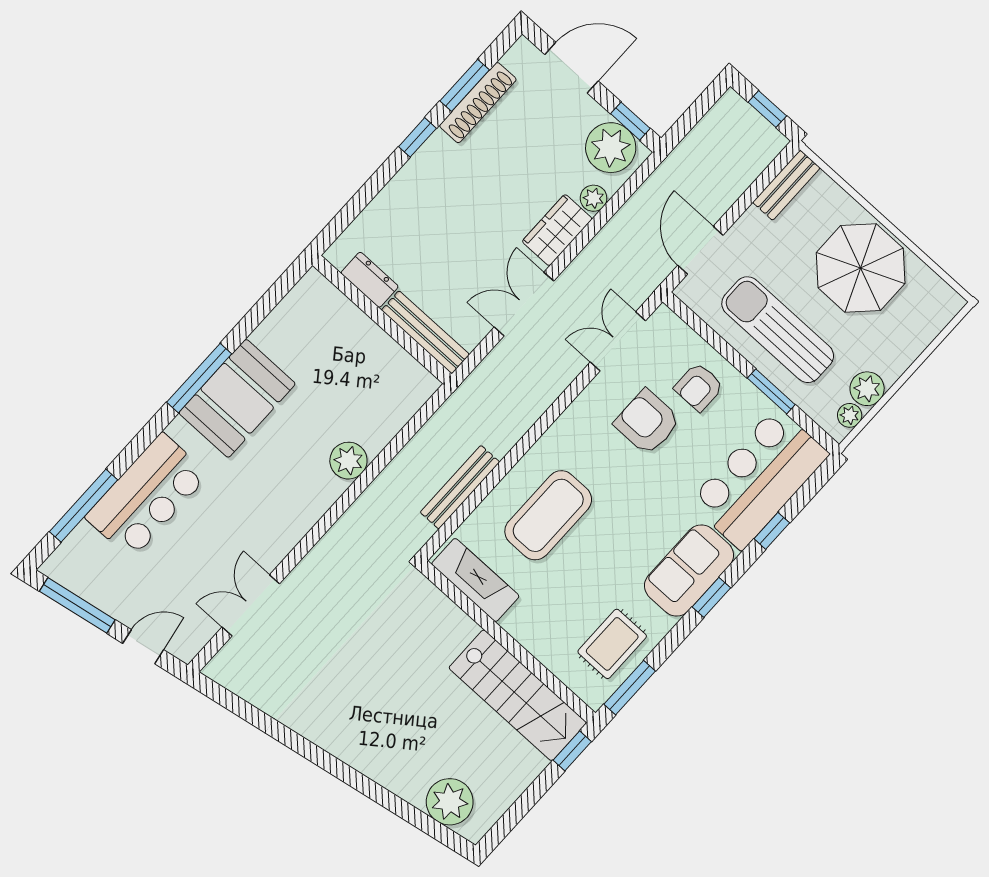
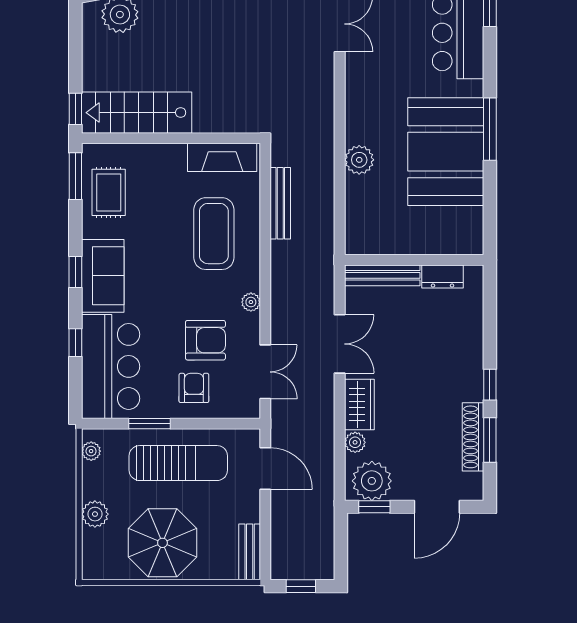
plant: (867, 389) -> (95, 514), moved
booth: (237, 398) -> (446, 152), width x1.36, depth x1.42
plant: (572, 419) -> (251, 302), added

